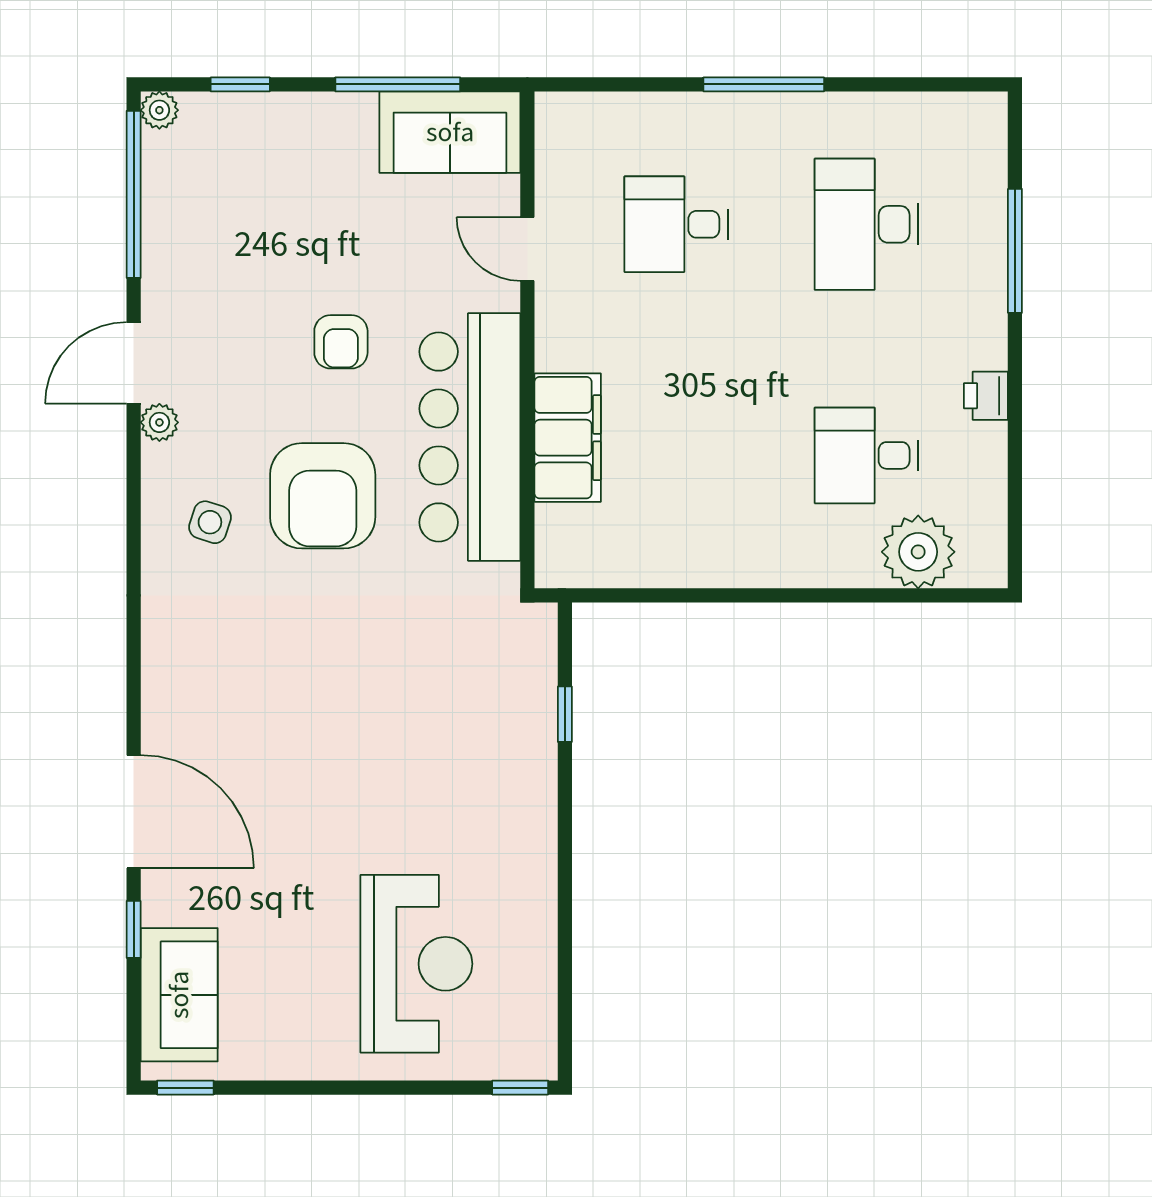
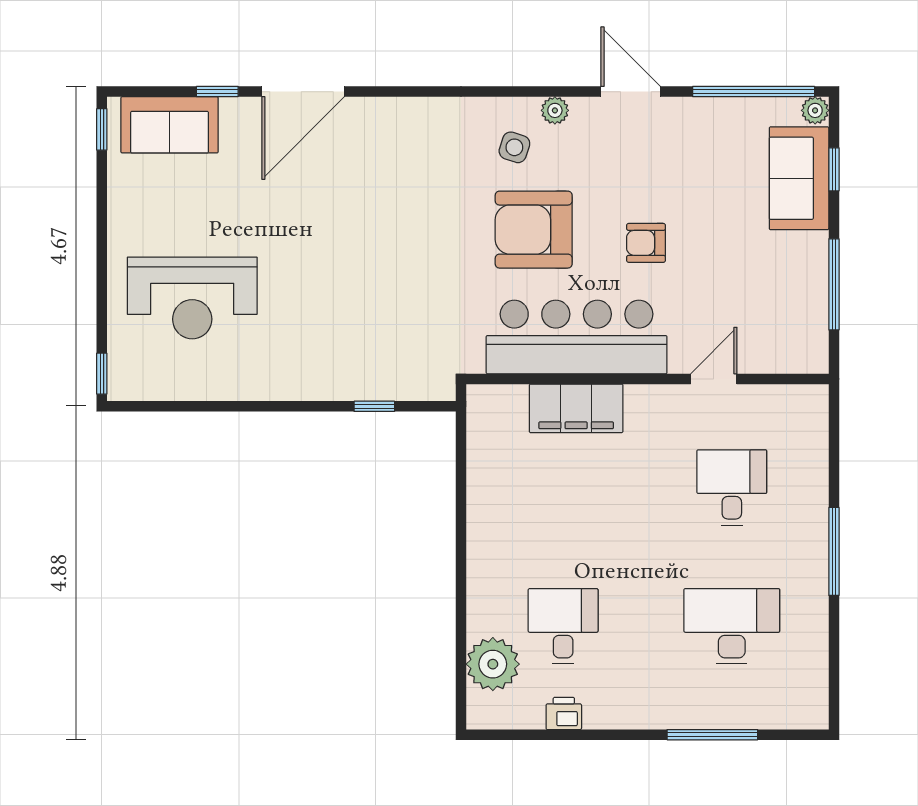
sofa: (450, 132) -> (799, 178), moved
printer: (986, 396) -> (564, 713), moved
plant: (159, 422) -> (555, 110), moved

